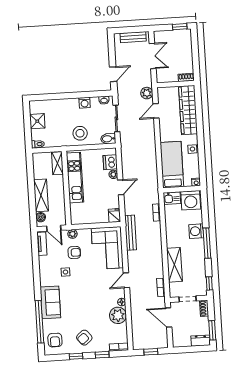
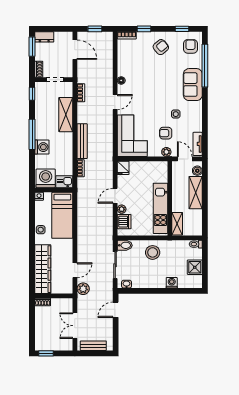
washing machine: (85, 103) -> (172, 283), moved
bench: (131, 233) -> (82, 141), moved
plant: (118, 315) -> (126, 67), removed
door: (169, 317) -> (75, 50), moved
window: (76, 356) -> (182, 29), moved

